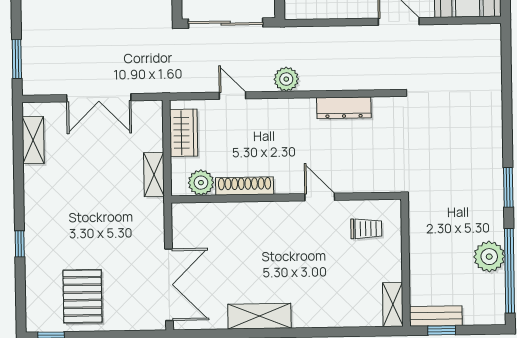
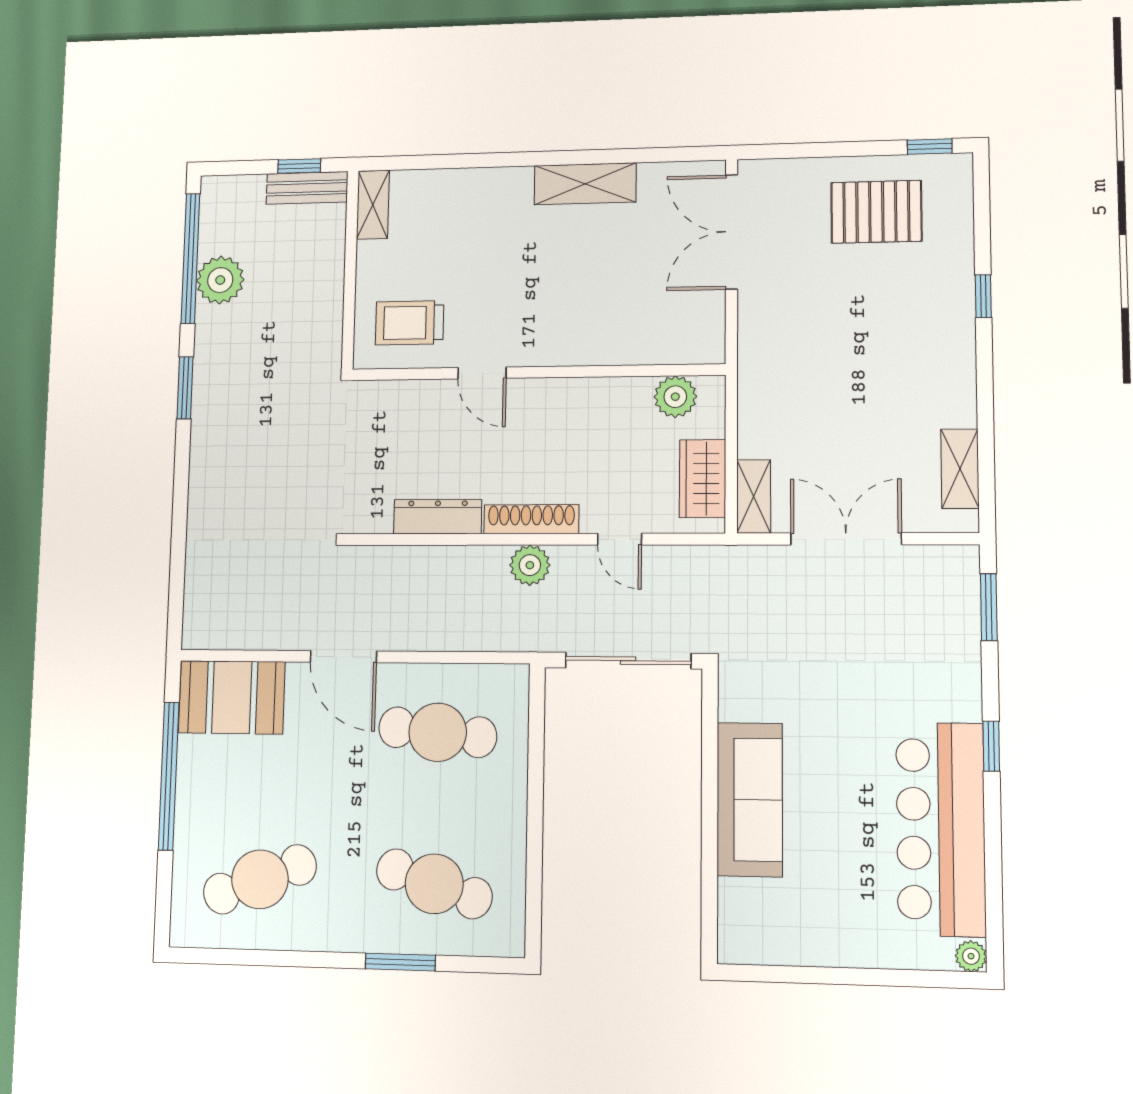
shelving: (154, 174) -> (754, 496), moved
shoe rack: (245, 186) -> (531, 519), moved, turned 180
trolley: (366, 229) -> (410, 323), width x1.36, depth x1.39
pallet: (82, 296) -> (876, 212), turned 90

